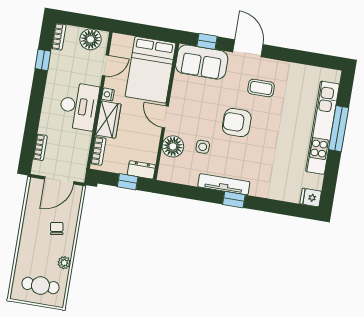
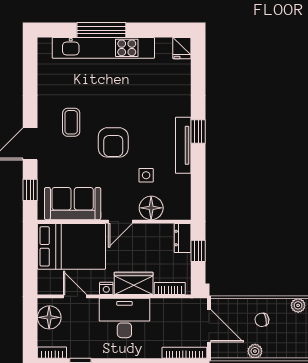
sofa: (202, 62) -> (73, 204), moved, turned -90
bookcase: (40, 147) -> (184, 353), width x1.56
plant: (30, 217) -> (255, 351), added

